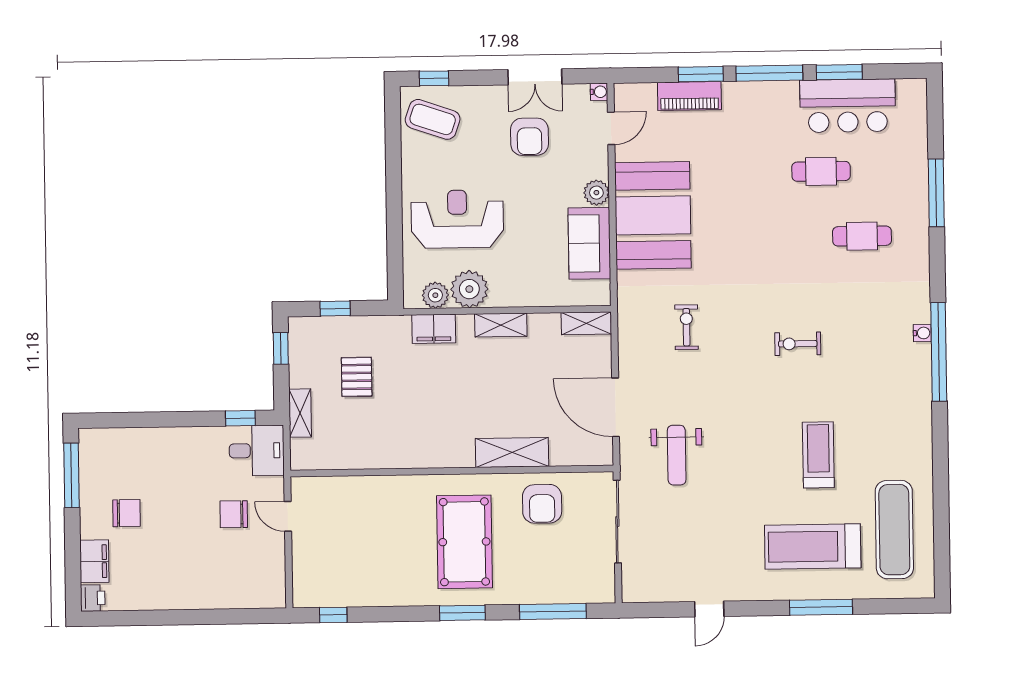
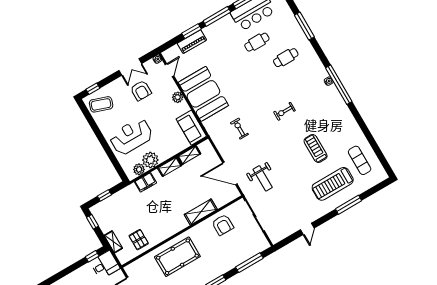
sofa: (589, 243) -> (191, 128), moved
shelving: (586, 323) -> (189, 155), moved
pallet: (357, 377) -> (139, 240), moved
exercise mat: (894, 530) -> (360, 160), width x0.73, depth x0.69
pool table: (464, 542) -> (177, 257), moved, turned 90

